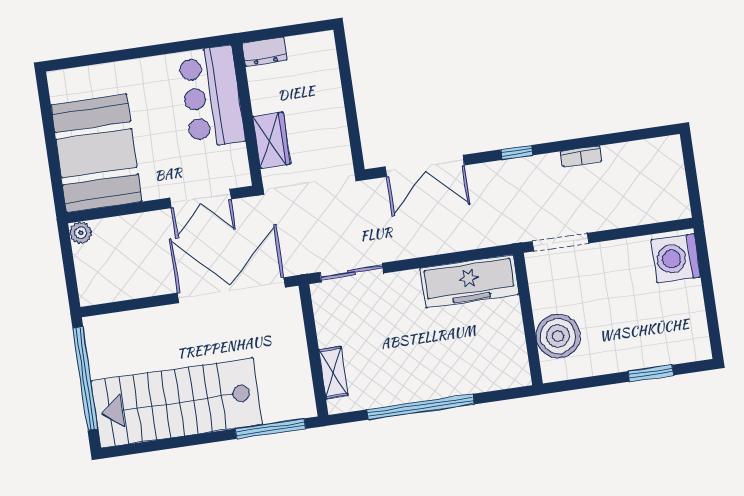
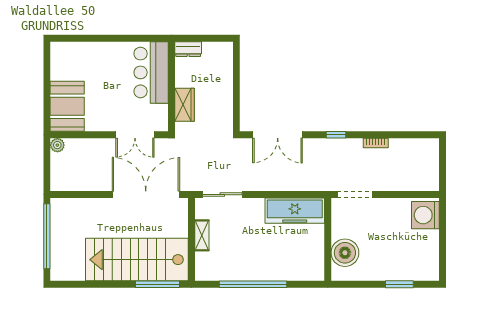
booth: (96, 153) -> (67, 106), width x0.73, depth x0.70
shelving: (333, 373) -> (202, 235), moved
stairs: (177, 403) -> (137, 260), moved

